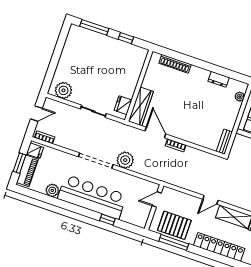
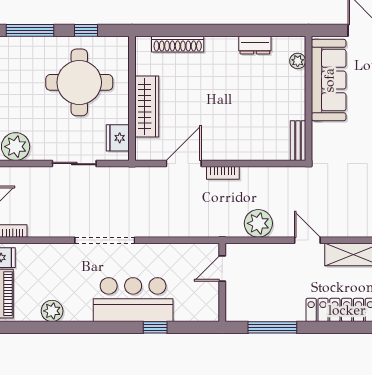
round table: (112, 66) -> (79, 82), added
wardrobe: (141, 106) -> (147, 106), moved
door: (155, 133) -> (184, 164), hinge flipped
plant: (125, 160) -> (258, 223), moved
bar counter: (92, 197) -> (133, 300), width x0.73
door: (210, 200) -> (307, 240), swing flipped
pallet: (174, 225) -> (264, 300), removed

